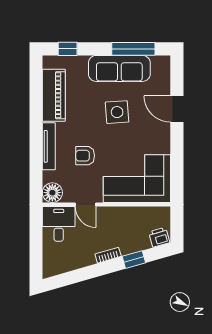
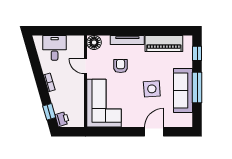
window: (133, 49) -> (197, 88), moved
door: (86, 205) -> (86, 66), hinge flipped
desk: (59, 224) -> (55, 48), moved, turned -90
window: (134, 260) -> (49, 112), moved

